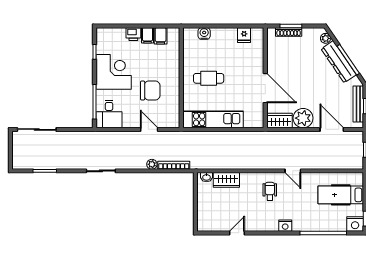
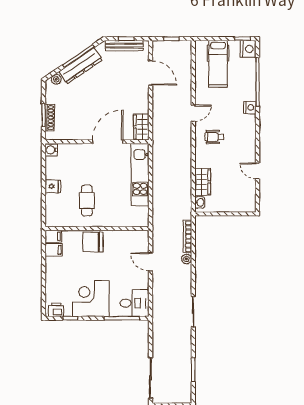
water cooler: (204, 33) -> (51, 150), moved
printer: (133, 34) -> (56, 310), moved, turned -90
filing cabinet: (148, 35) -> (53, 236), moved
fridge: (244, 35) -> (53, 186), moved
cafe table: (209, 78) -> (87, 201), moved
chair: (150, 91) -> (93, 242), moved, turned -90
plant: (303, 118) -> (139, 103), removed
kitchen unit: (213, 119) -> (140, 175), moved
door: (149, 129) -> (150, 262), hinge flipped
door: (332, 129) -> (150, 73), swing flipped
nightstand: (285, 226) -> (250, 107), moved

